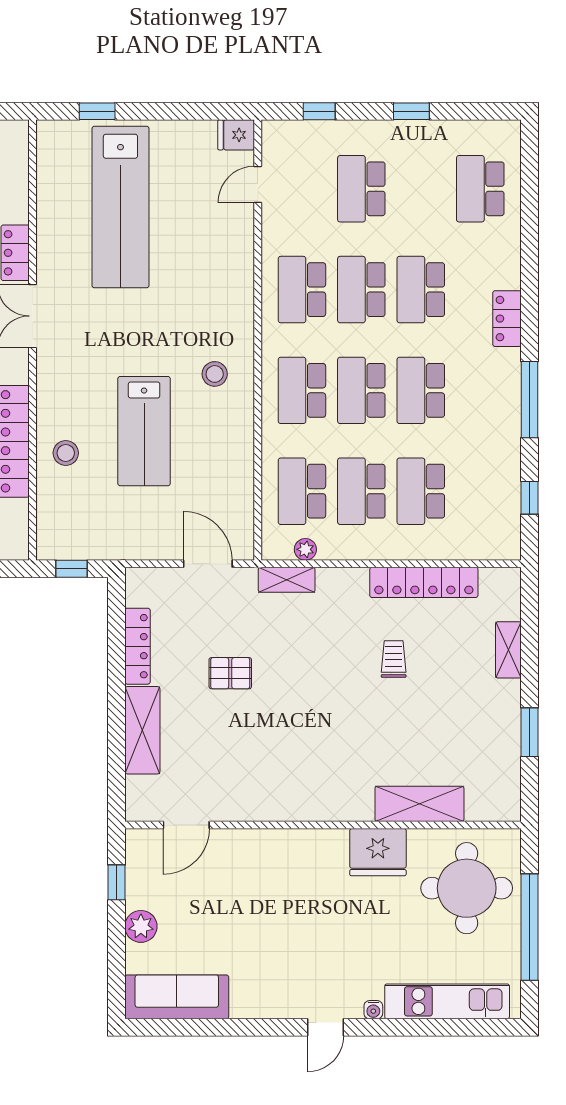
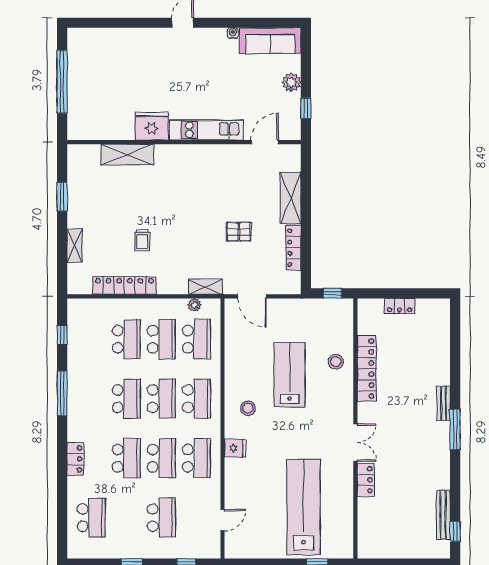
fridge: (236, 135) -> (235, 448), moved
locker: (507, 319) -> (75, 459), moved
round table: (467, 888) -> (99, 105), removed
kitchen unit: (447, 1001) -> (206, 130), moved, turned 180
water cooler: (373, 1010) -> (233, 33), moved

